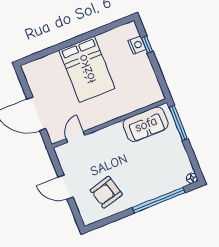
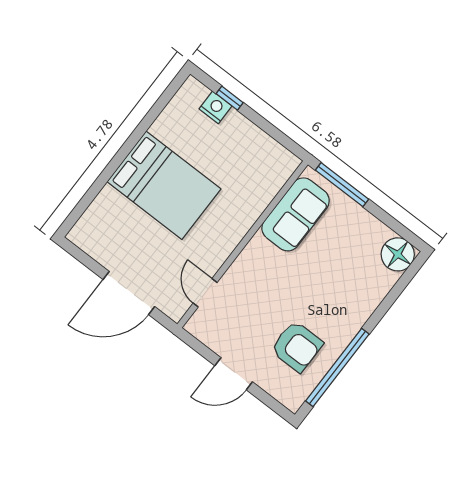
floor lamp: (192, 178) -> (398, 254), width x1.89, depth x1.89
armchair: (106, 192) -> (297, 346), turned -75
window: (159, 200) -> (337, 368), moved

